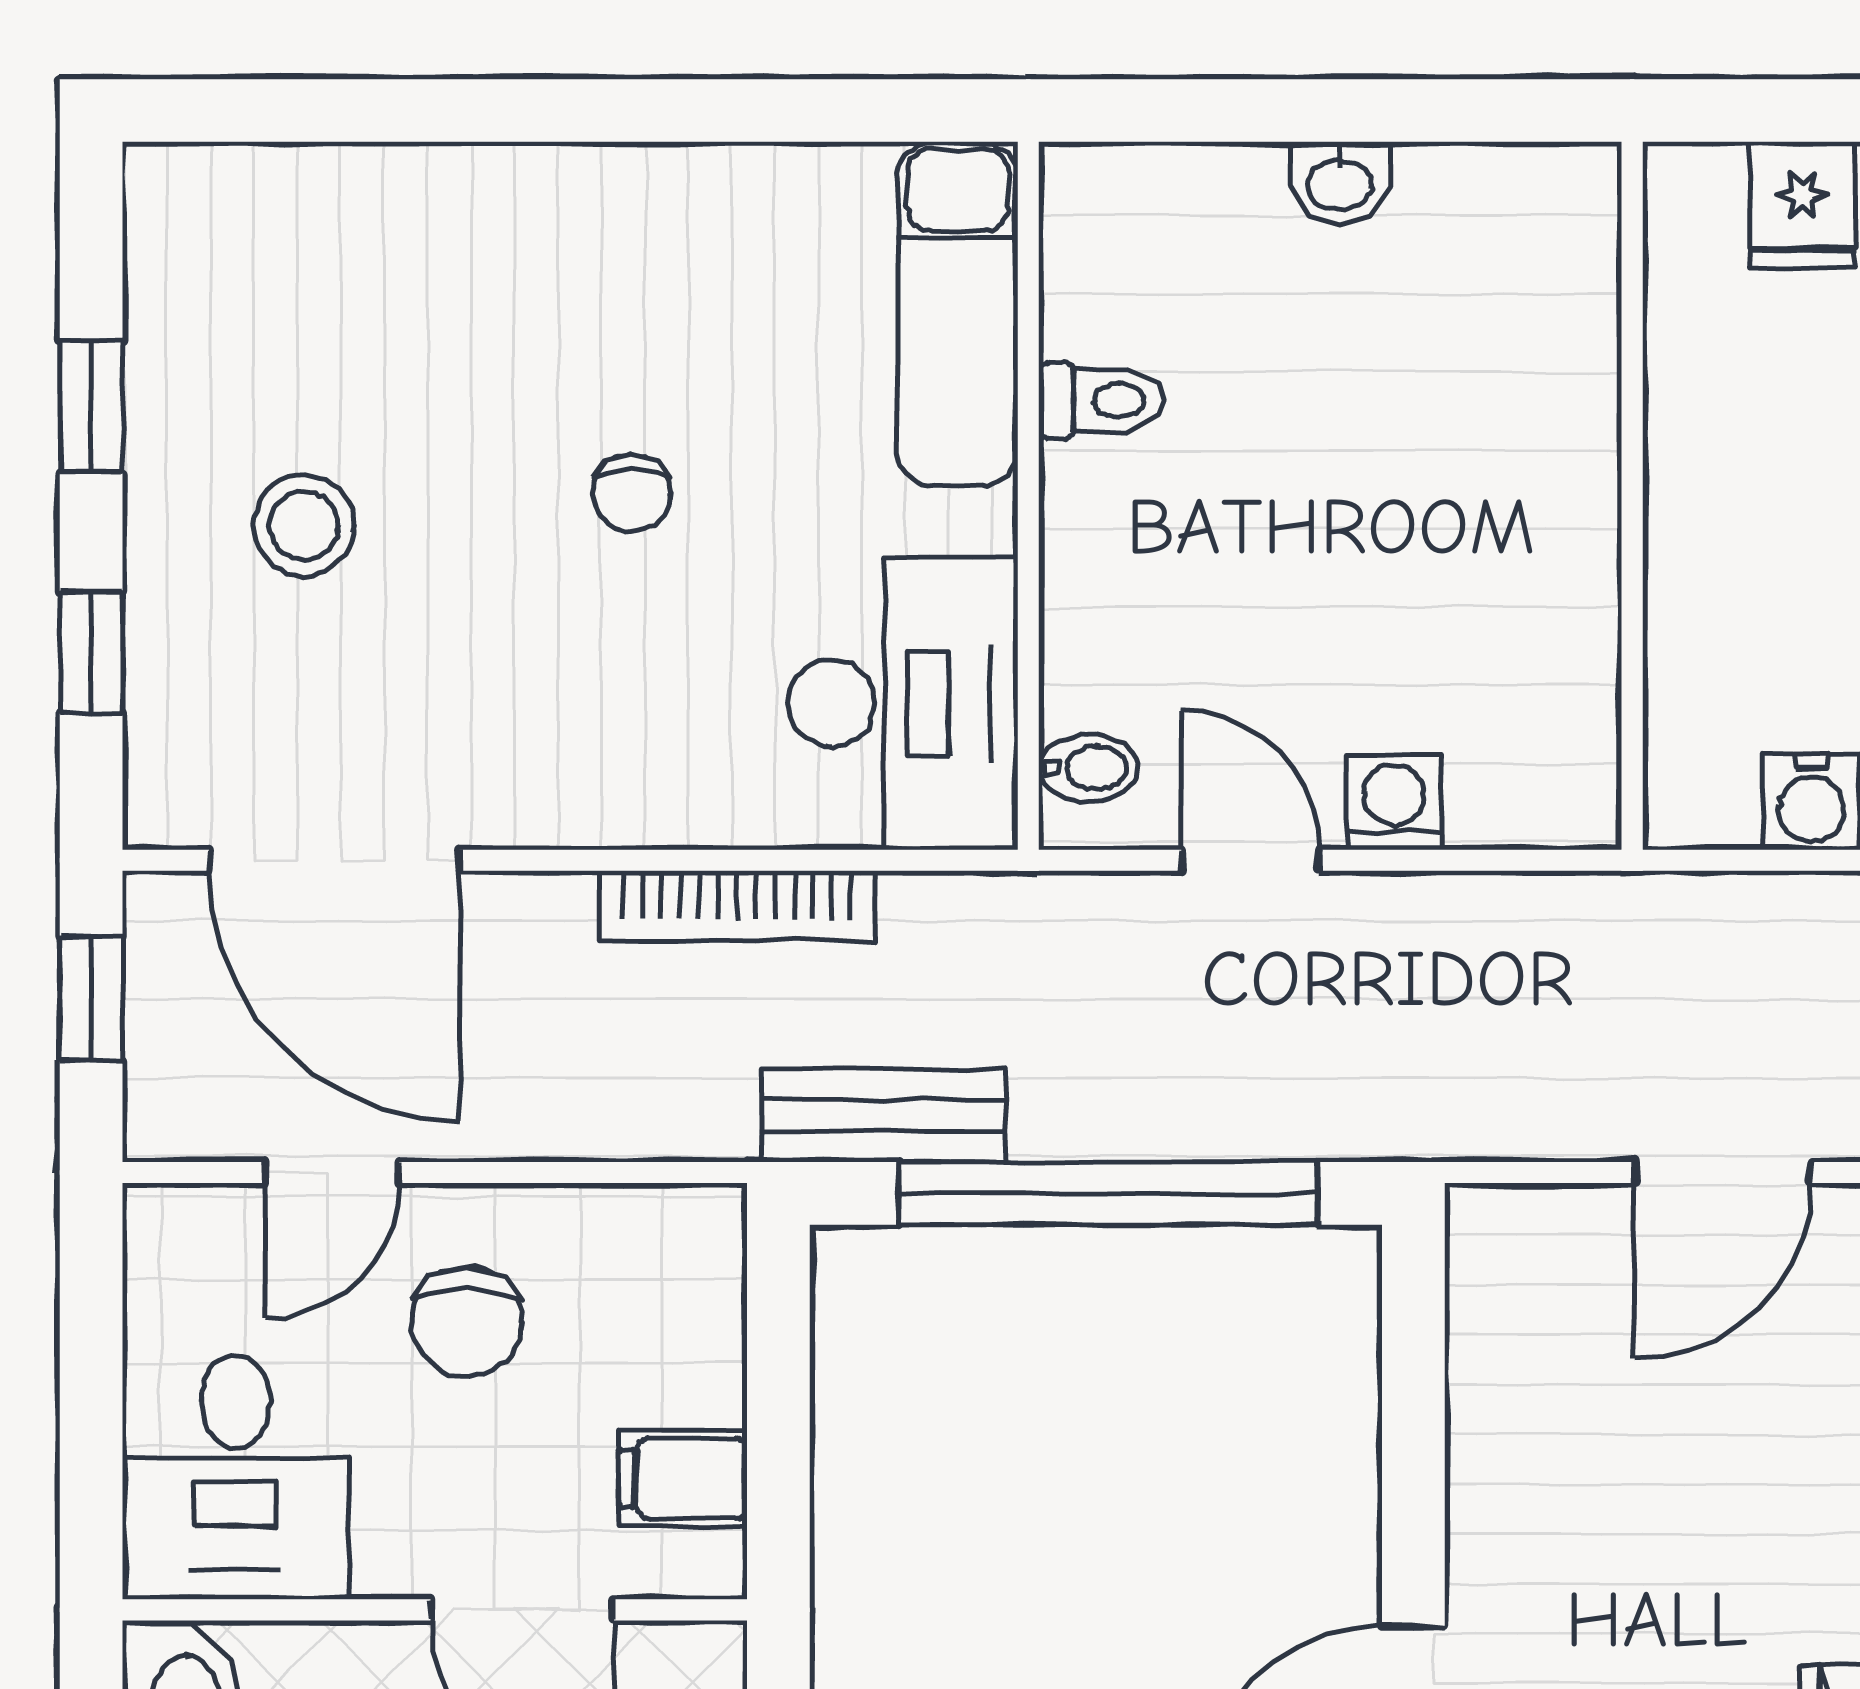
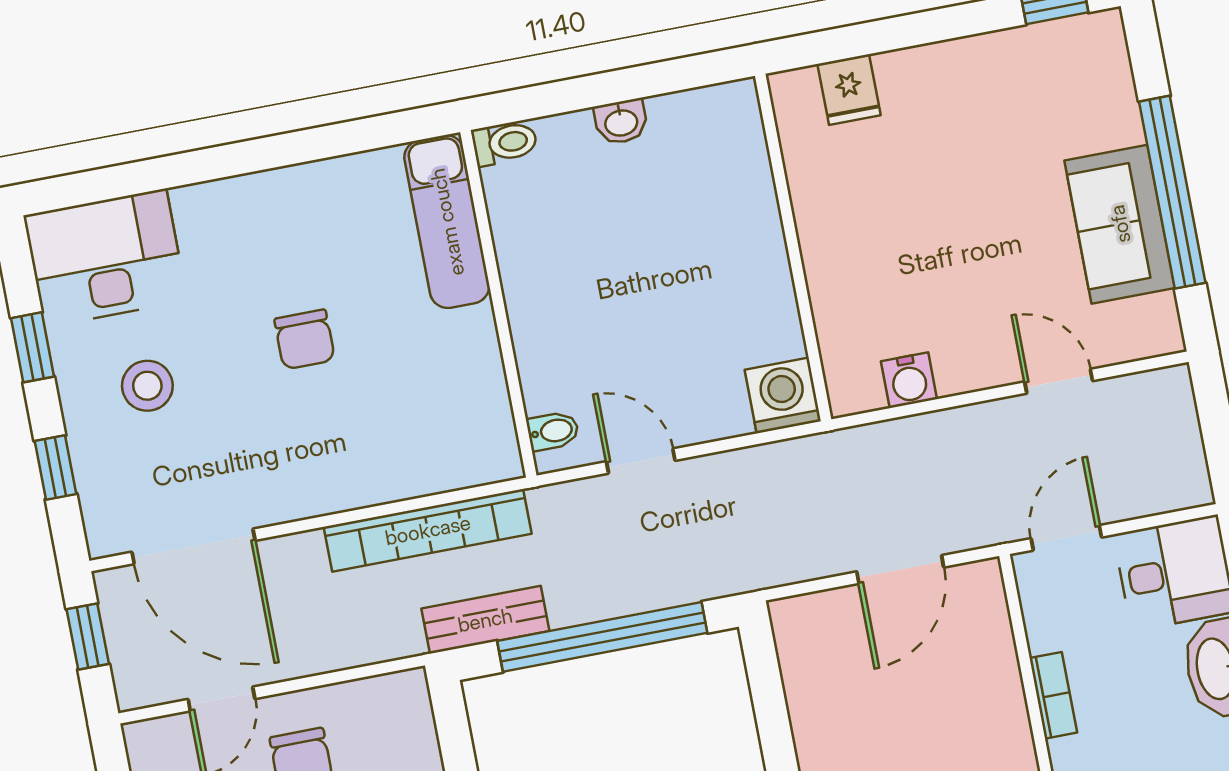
toilet: (1101, 400) -> (505, 143), moved
chair: (632, 493) -> (305, 339), width x1.37, depth x1.37
desk: (903, 703) -> (105, 258), moved, turned -90
washing machine: (1394, 802) -> (783, 395), moved, width x1.38, depth x1.38
bookcase: (737, 906) -> (428, 530), width x1.48, depth x1.31

